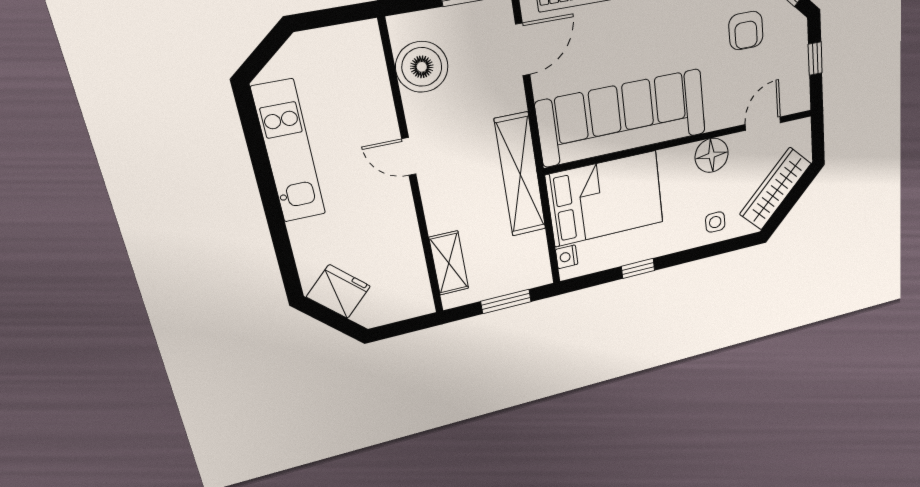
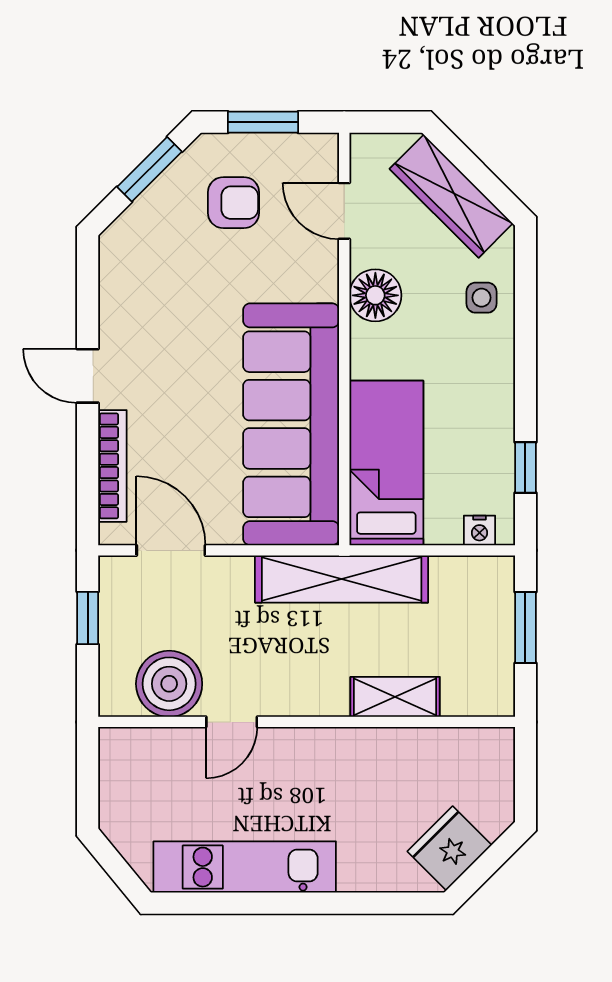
armchair: (746, 31) -> (234, 203), moved
window: (815, 59) -> (263, 122), width x1.50
door: (409, 157) -> (232, 722), moved
bed: (605, 199) -> (386, 463), width x0.67
shelving: (449, 263) -> (395, 697), moved
window: (638, 268) -> (525, 468), moved

